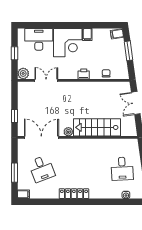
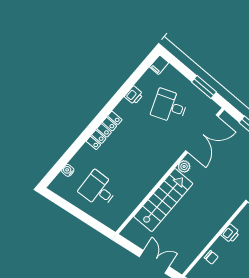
window: (14, 173) -> (204, 87), moved
printer: (53, 194) -> (134, 95), added
locker: (74, 194) -> (104, 130), moved

